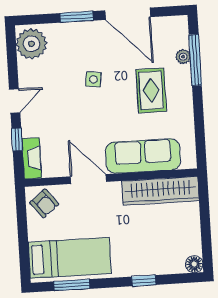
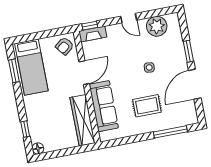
plant: (31, 44) -> (157, 26), moved
plant: (183, 57) -> (172, 124), removed
window: (17, 140) -> (90, 26), moved
window: (144, 281) -> (25, 129), moved

